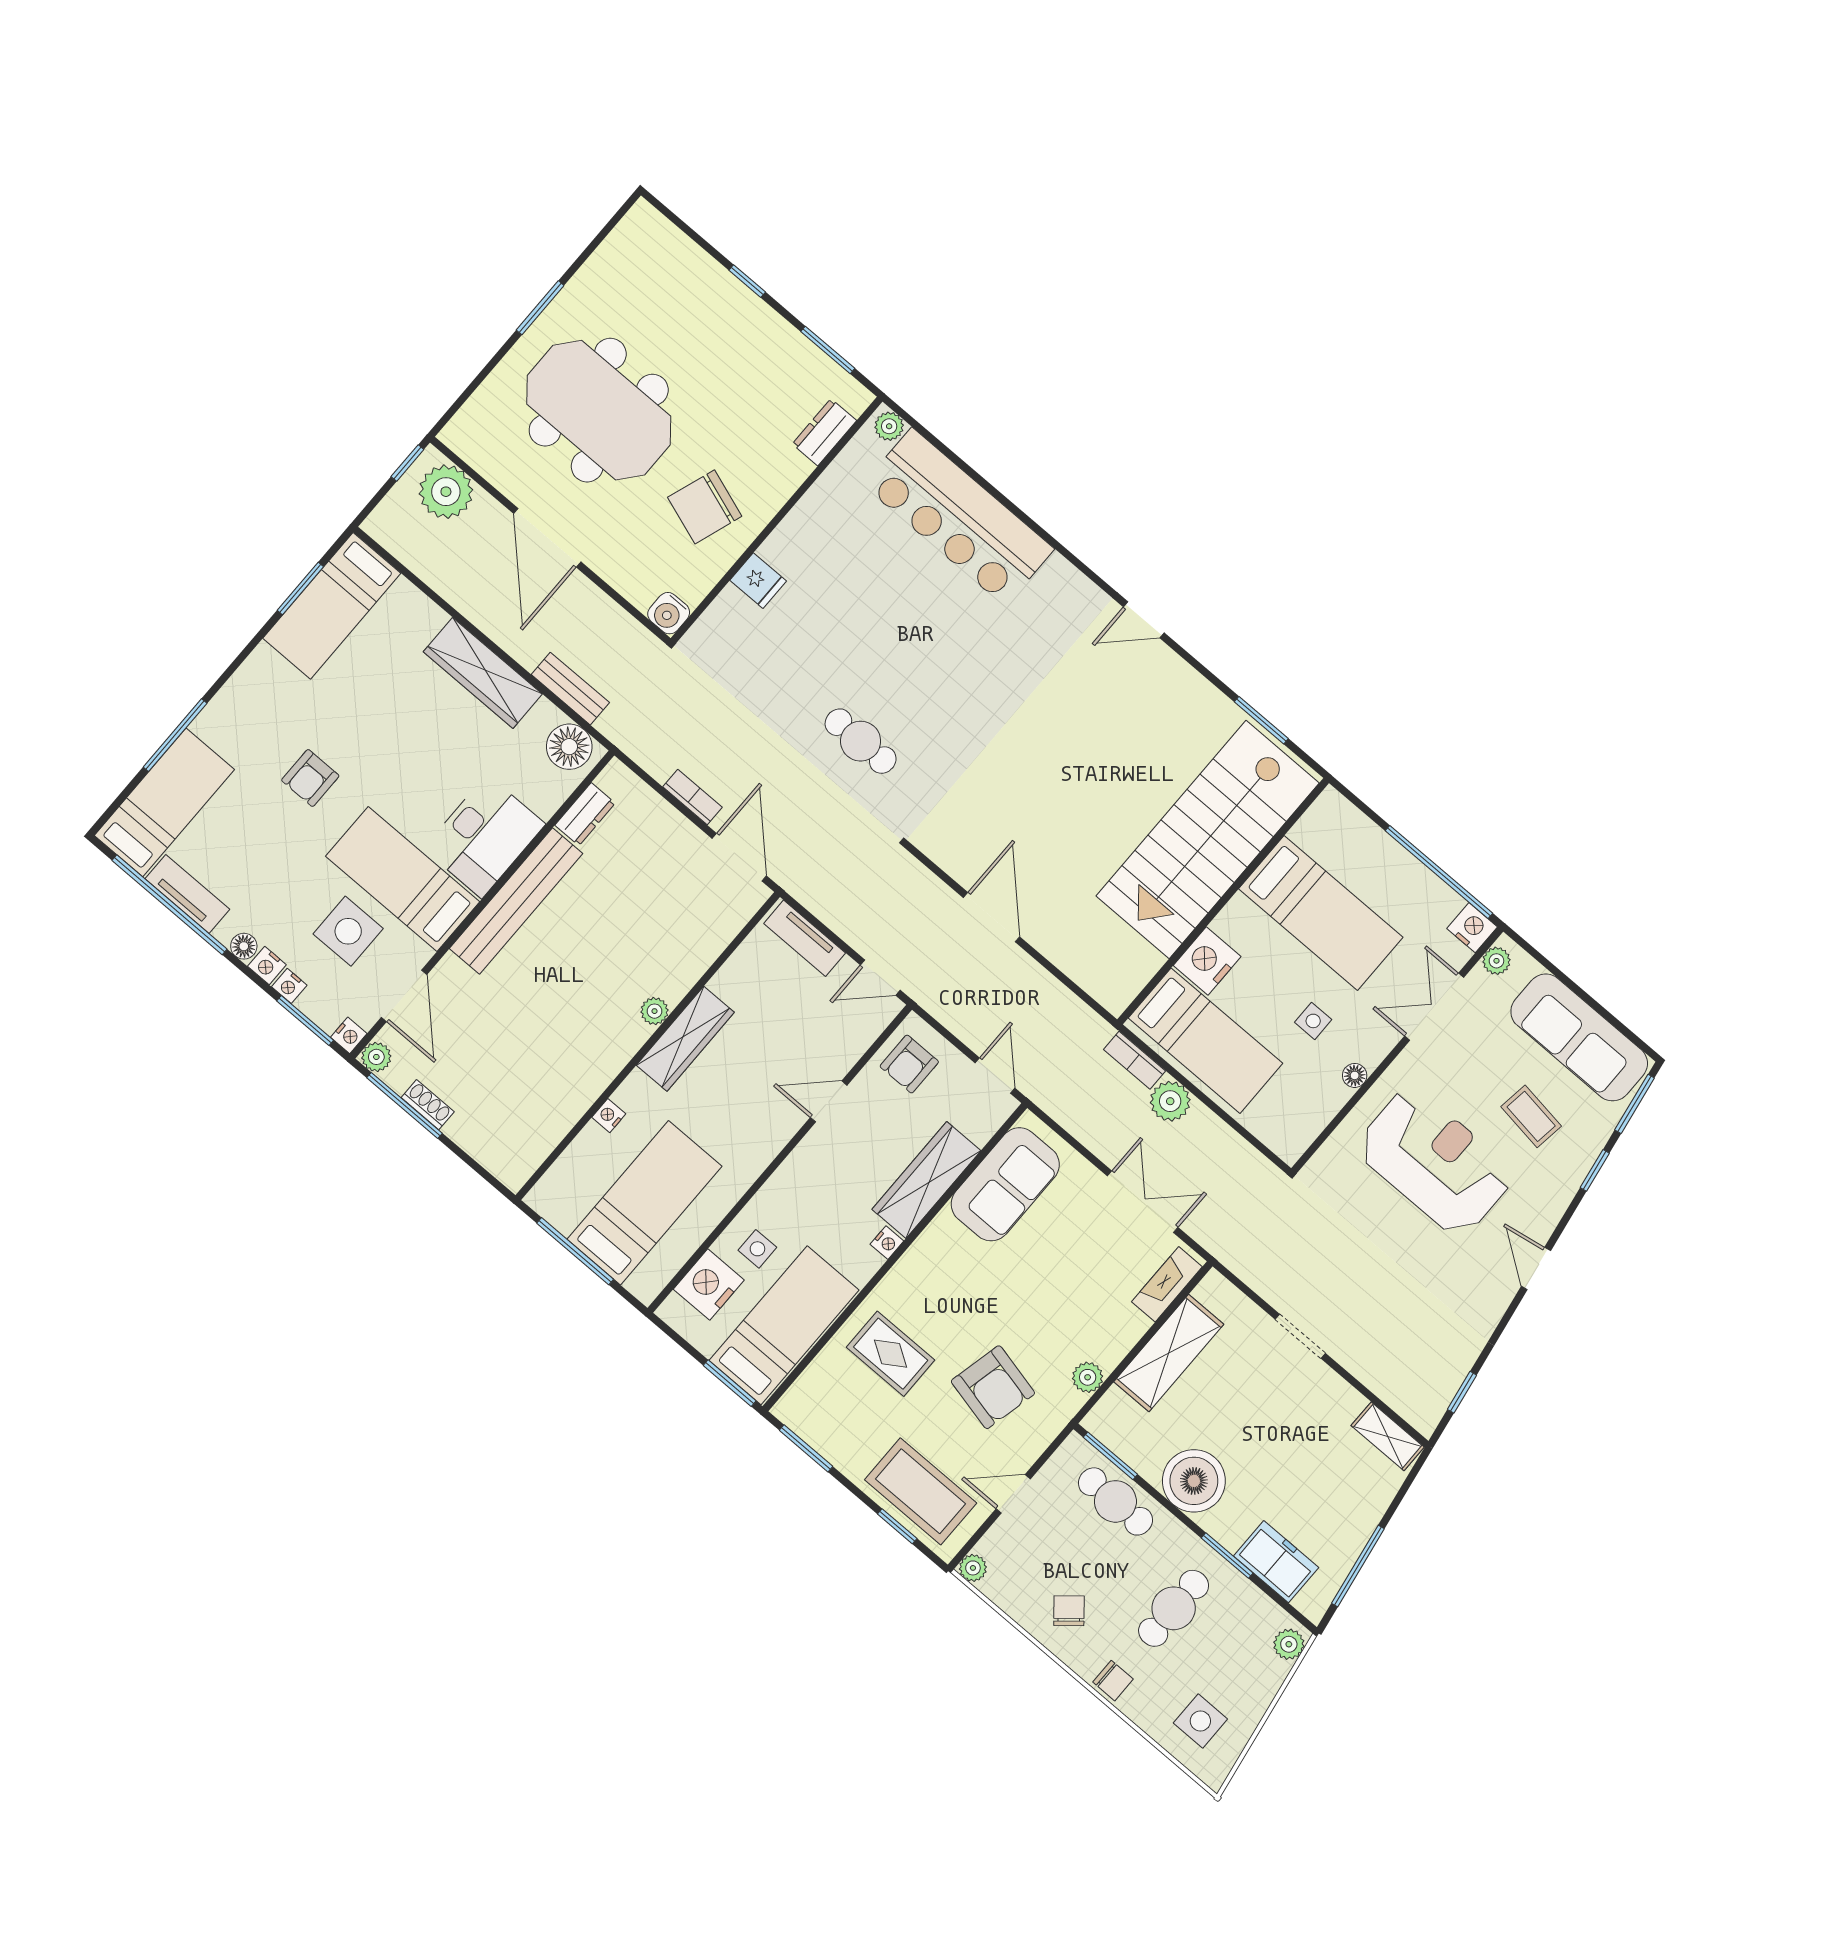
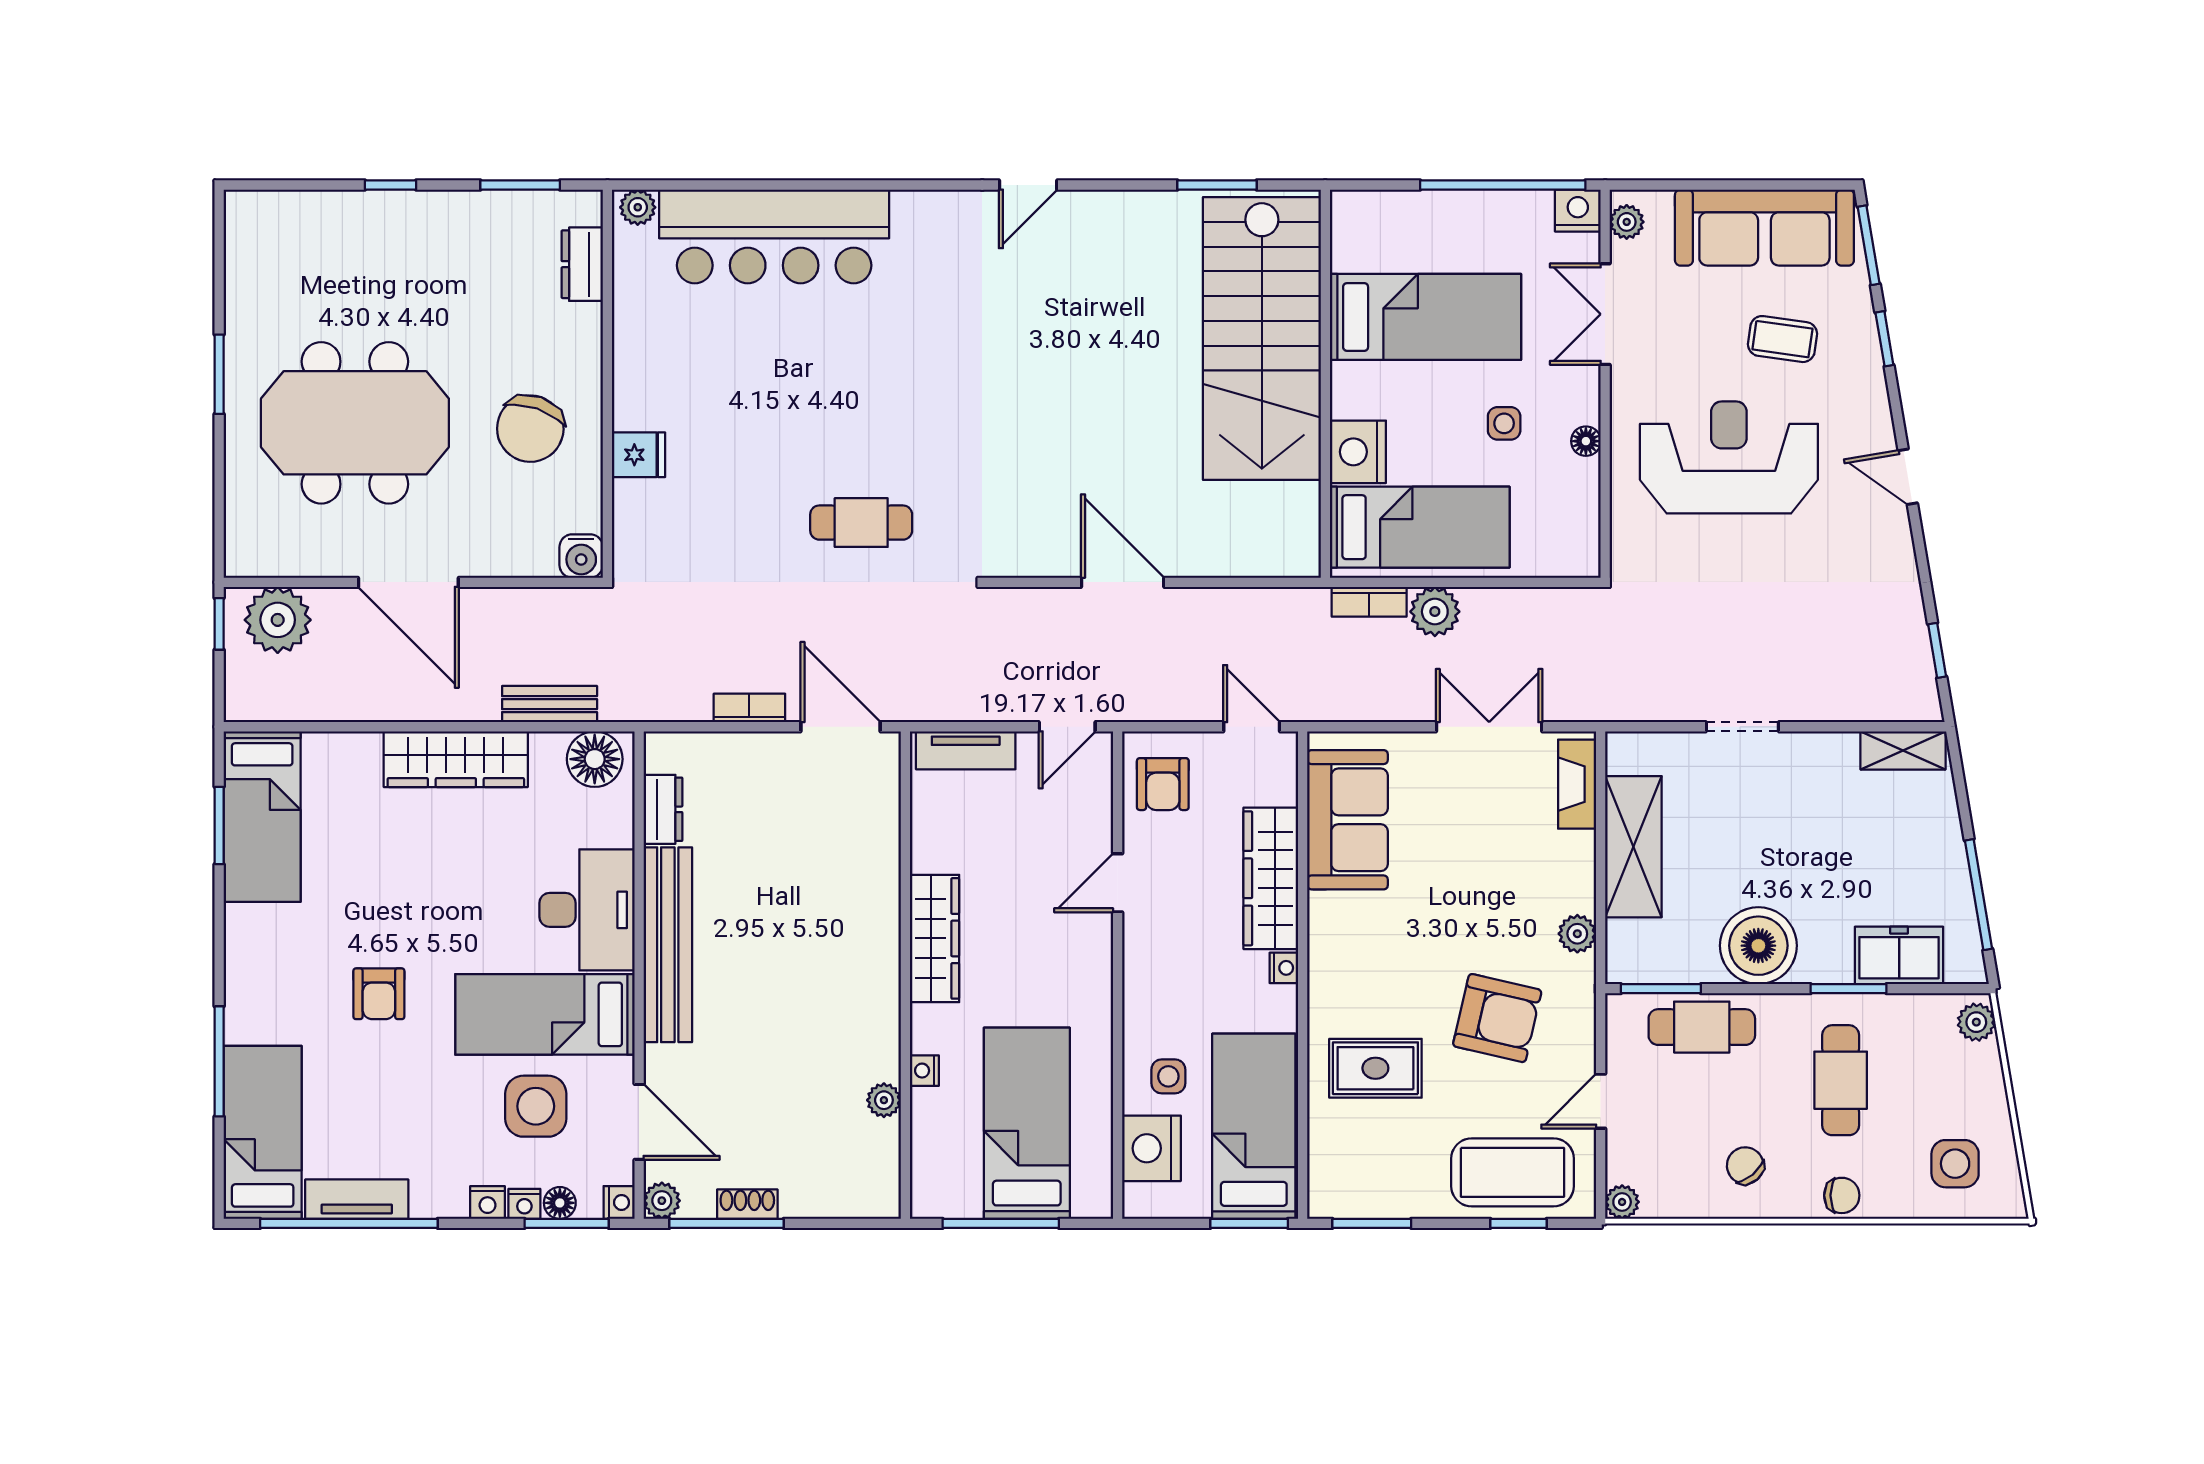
floor lamp: (244, 946) -> (560, 1203), moved
plant: (655, 1011) -> (884, 1100), moved

